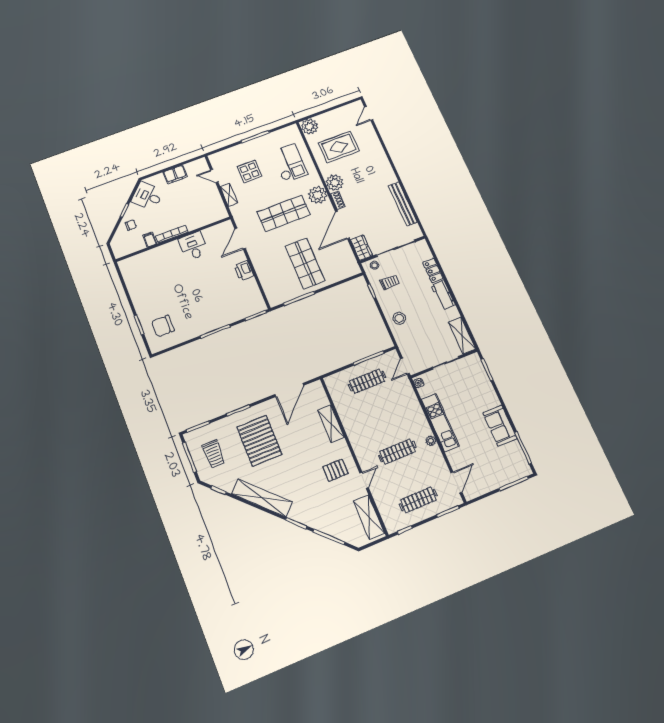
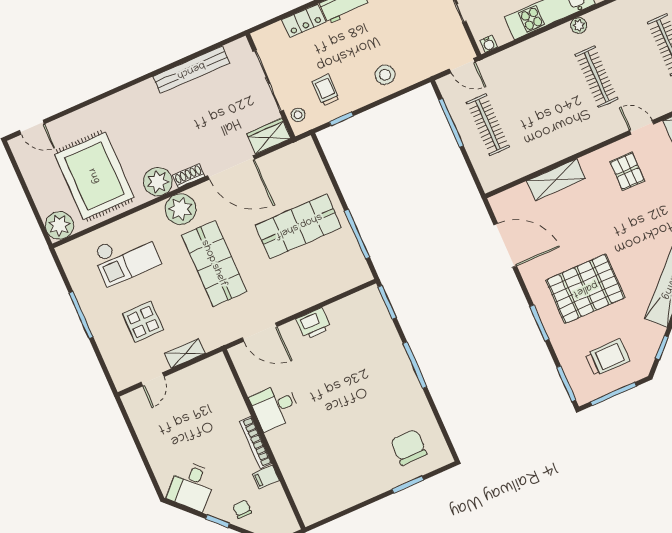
rug: (339, 147) -> (94, 176), width x1.37, depth x1.44
checkout: (289, 163) -> (126, 257), turned 180
filing cabinet: (175, 175) -> (152, 443), removed
chair: (163, 326) -> (409, 447), turned 180

